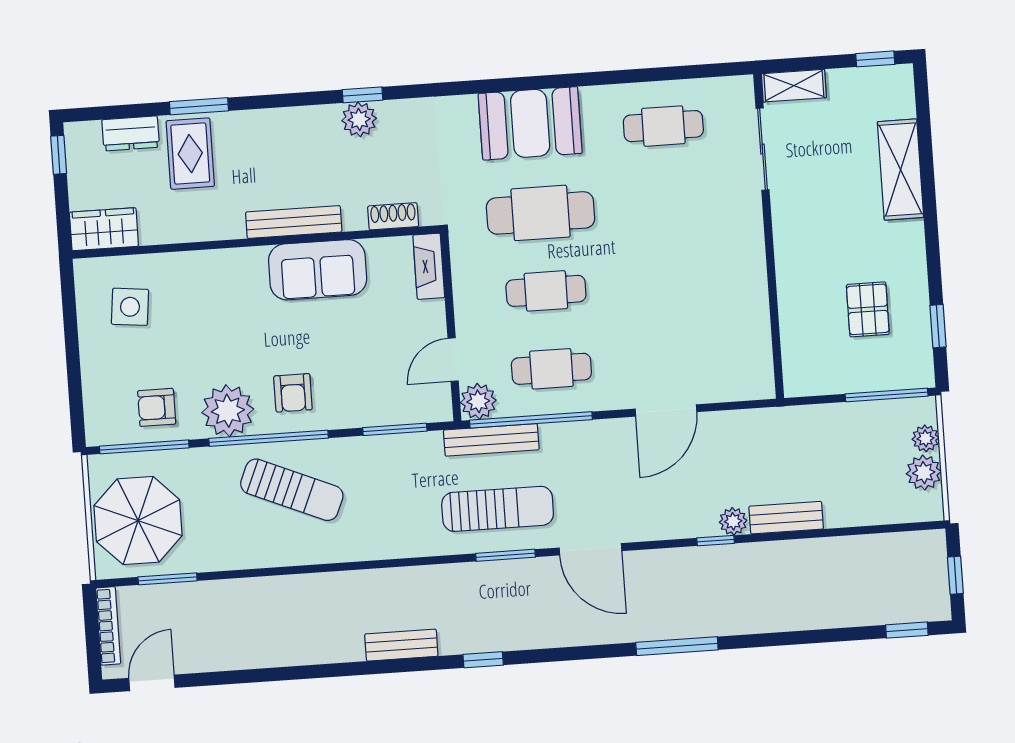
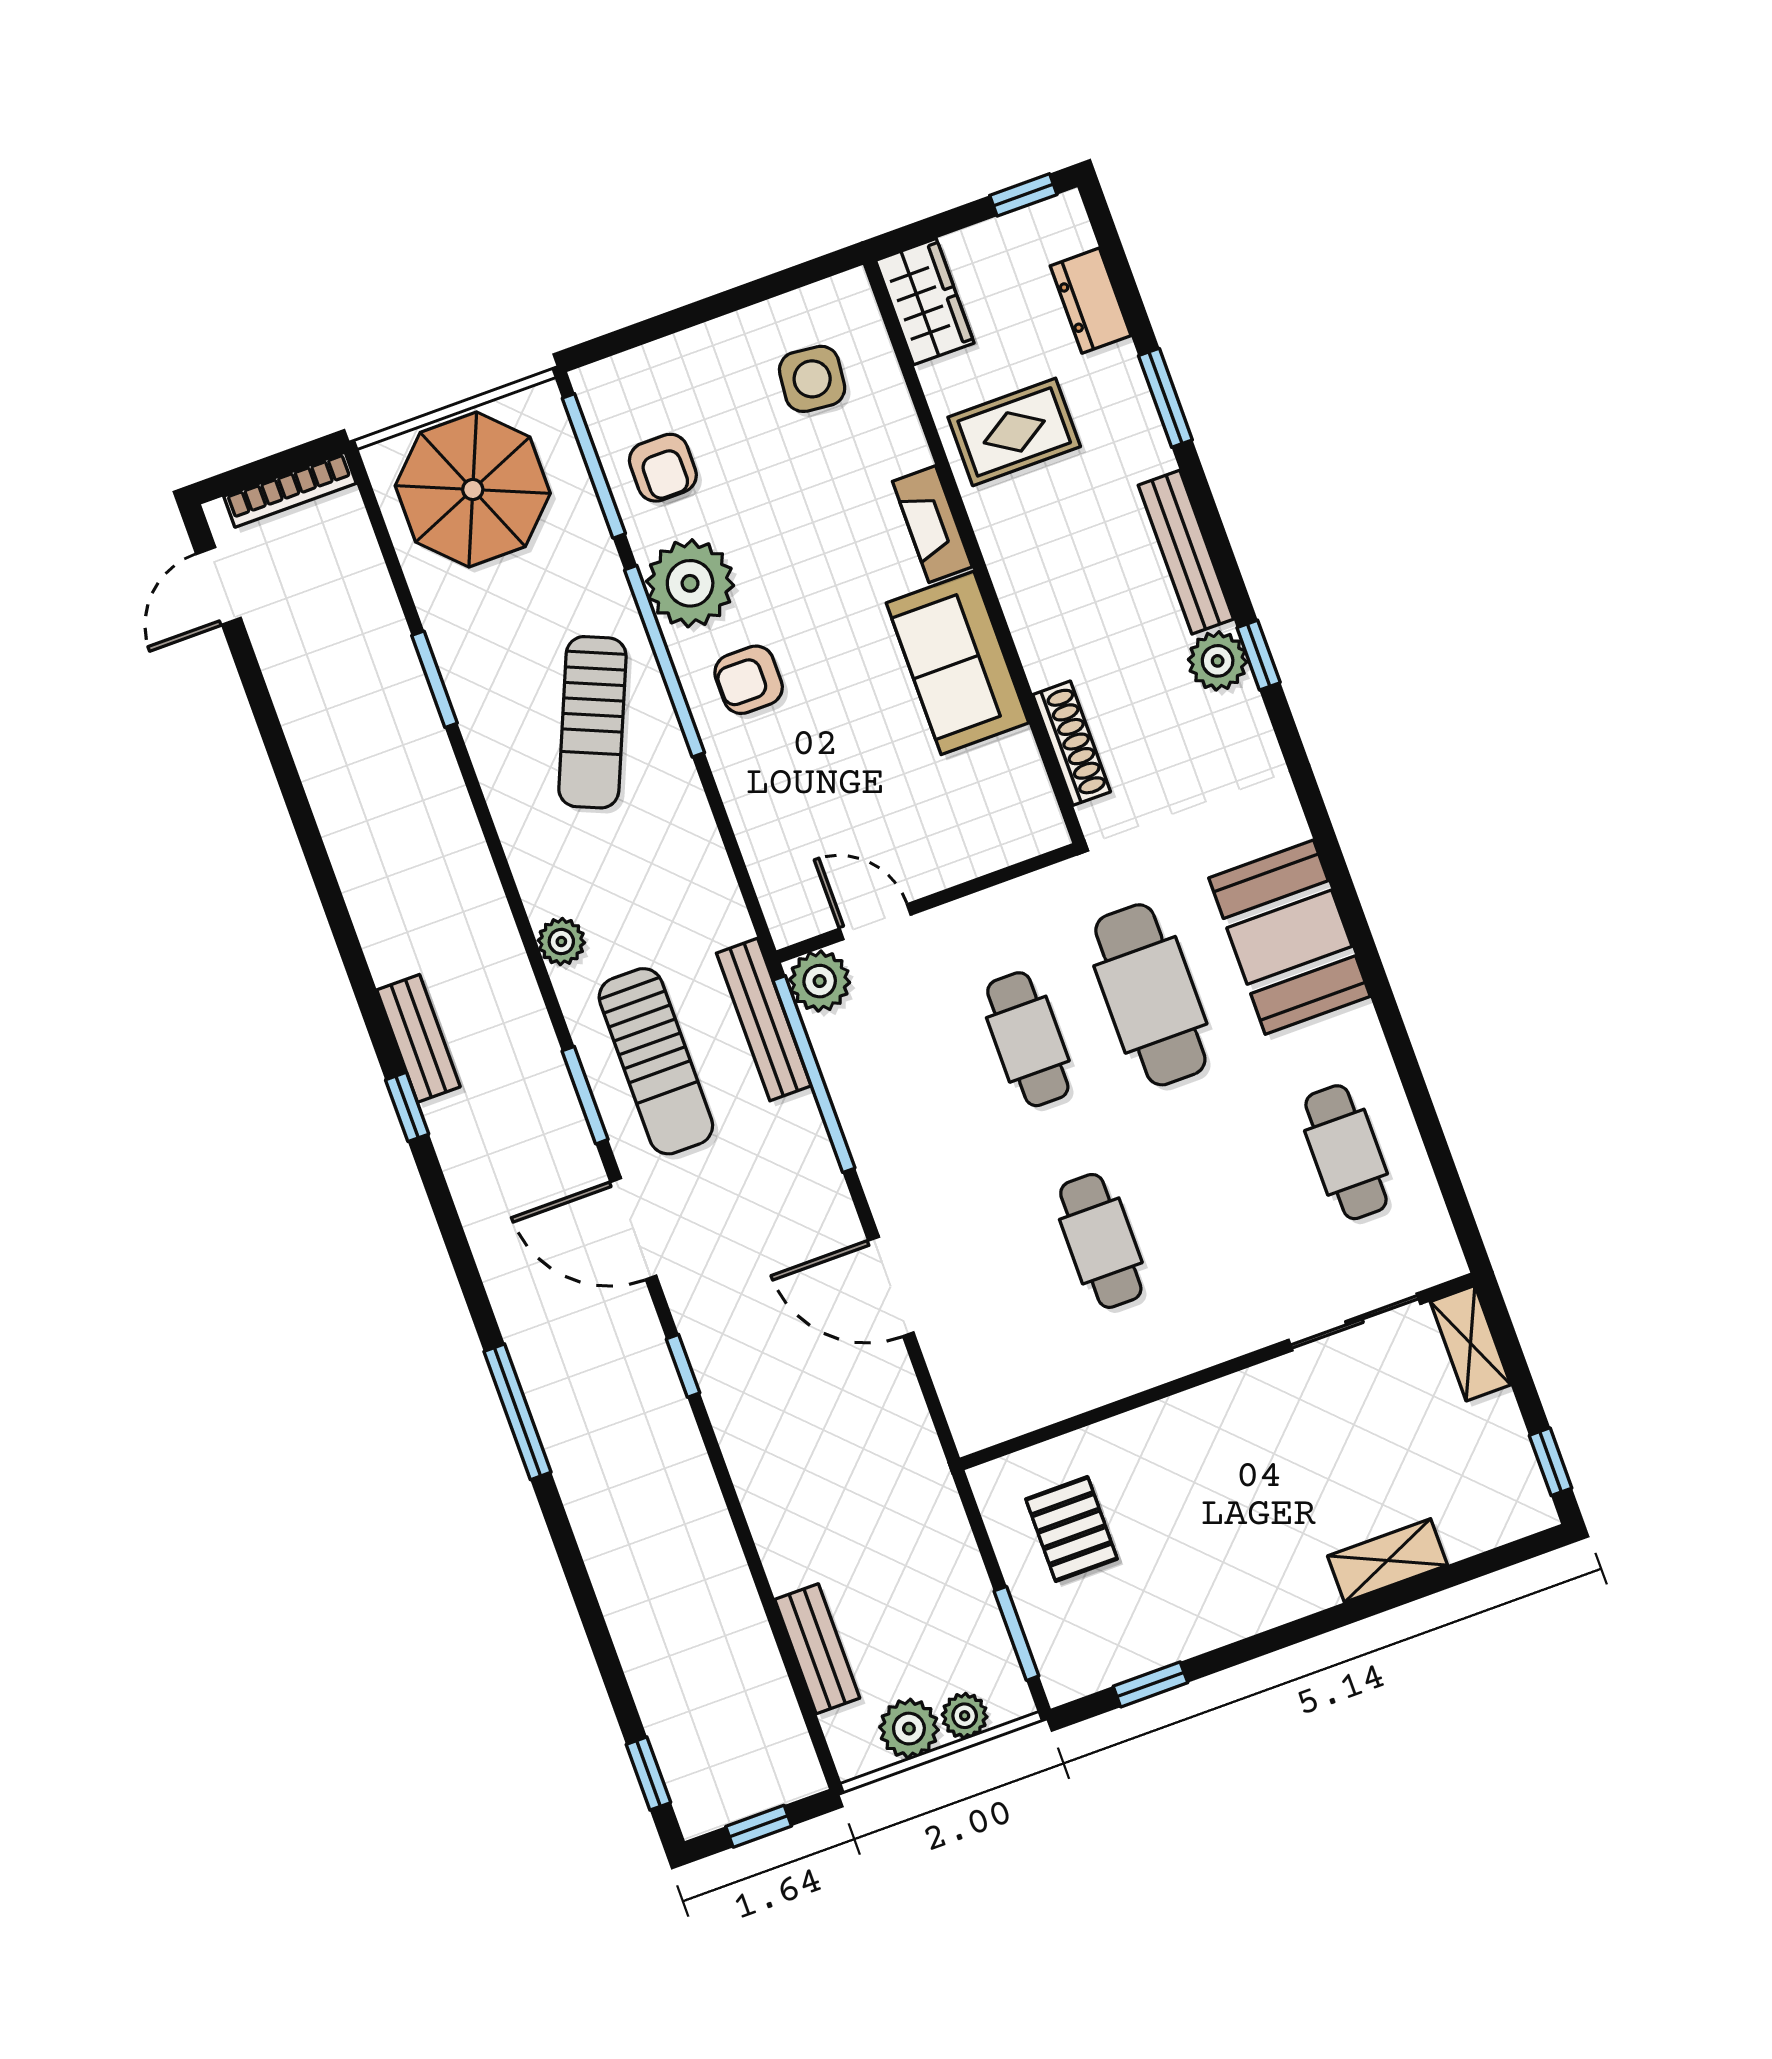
rug: (190, 154) -> (1014, 432), moved
shelving: (901, 170) -> (1388, 1560), width x0.67, depth x0.75
shoe rack: (393, 216) -> (1072, 743), width x1.43
bench: (294, 222) -> (1186, 552), moved
fireplace: (429, 266) -> (932, 524), moved, turned -90
pallet: (868, 309) -> (1072, 1529), moved, turned 90
cafe table: (551, 369) -> (1101, 1241), moved
window: (887, 395) -> (1016, 1633), width x0.69
armchair: (157, 407) -> (663, 468), turned 180
window: (395, 429) -> (736, 860), removed
bench: (786, 518) -> (817, 1649), moved
plant: (733, 521) -> (561, 942), moved
window: (716, 541) -> (683, 1366), moved
door: (590, 549) -> (633, 1229), hinge flipped
window: (168, 579) -> (434, 679), moved
bench: (401, 645) -> (418, 1038), moved
door: (152, 683) -> (219, 586), swing flipped

